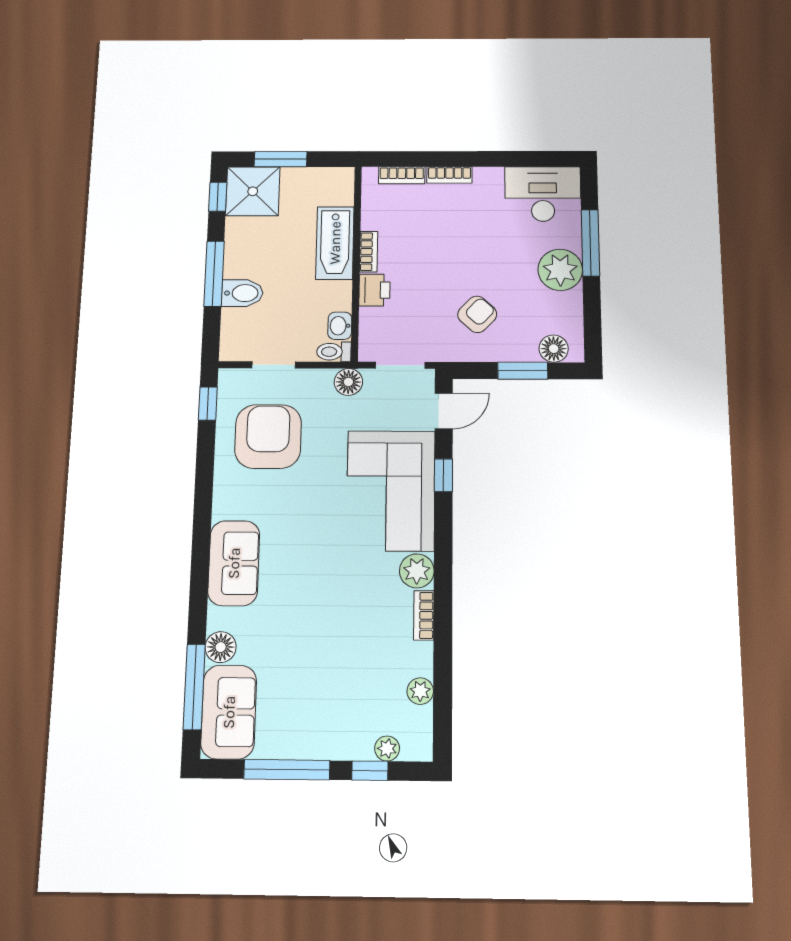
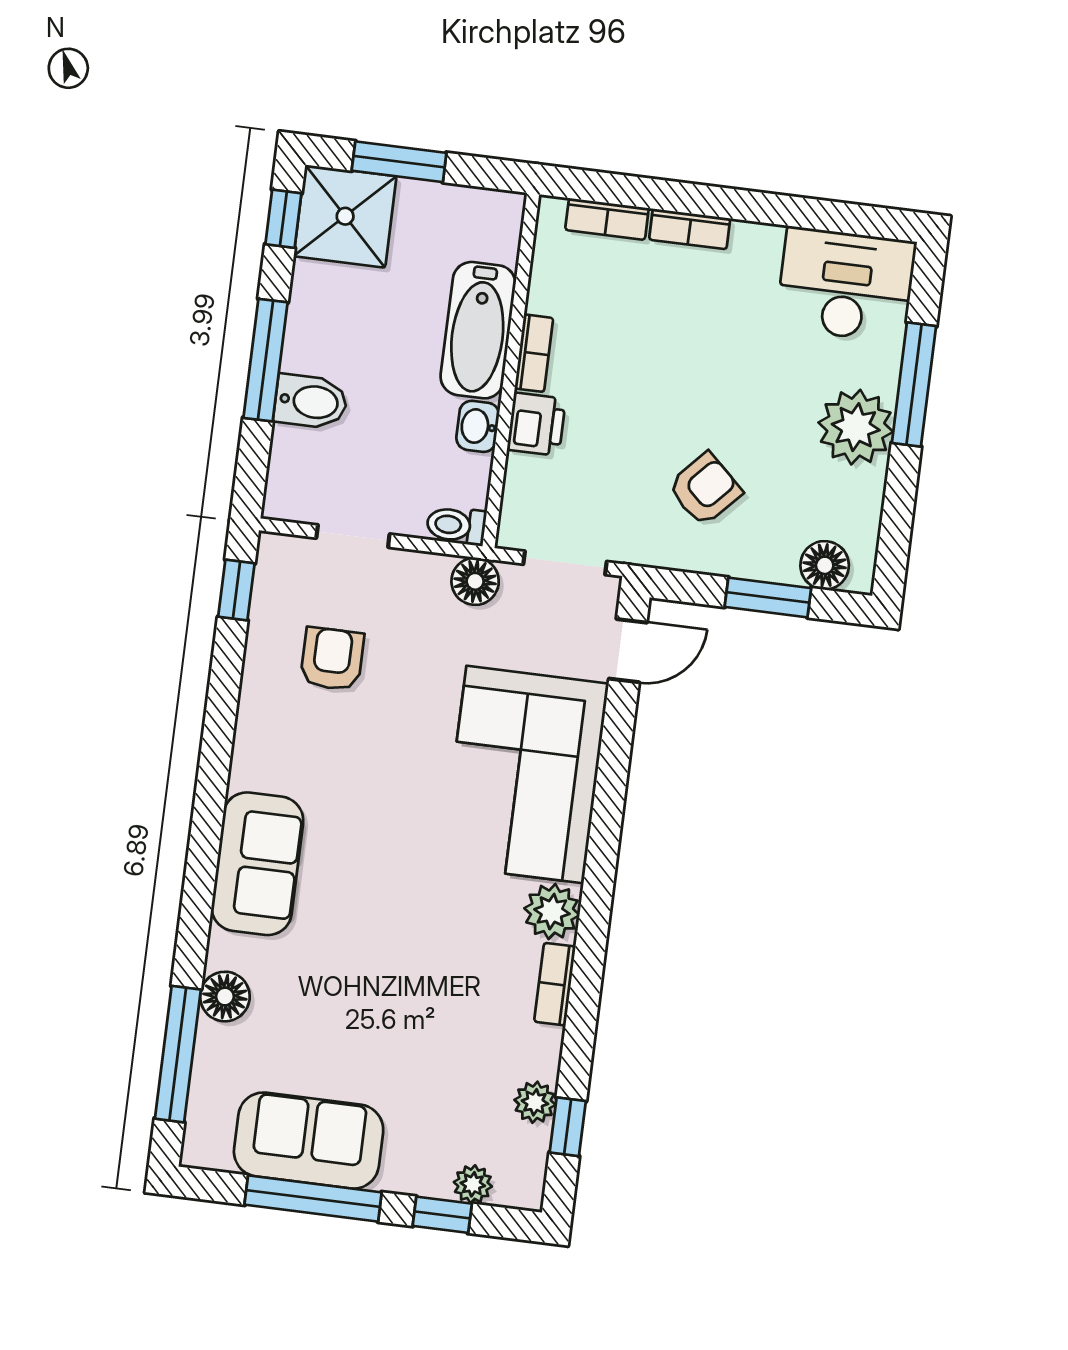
washbasin: (340, 326) -> (478, 426), moved
armchair: (268, 436) -> (332, 659), width x0.53, depth x0.53
window: (443, 475) -> (568, 1127), moved
sofa: (229, 712) -> (309, 1141), moved, turned -90

